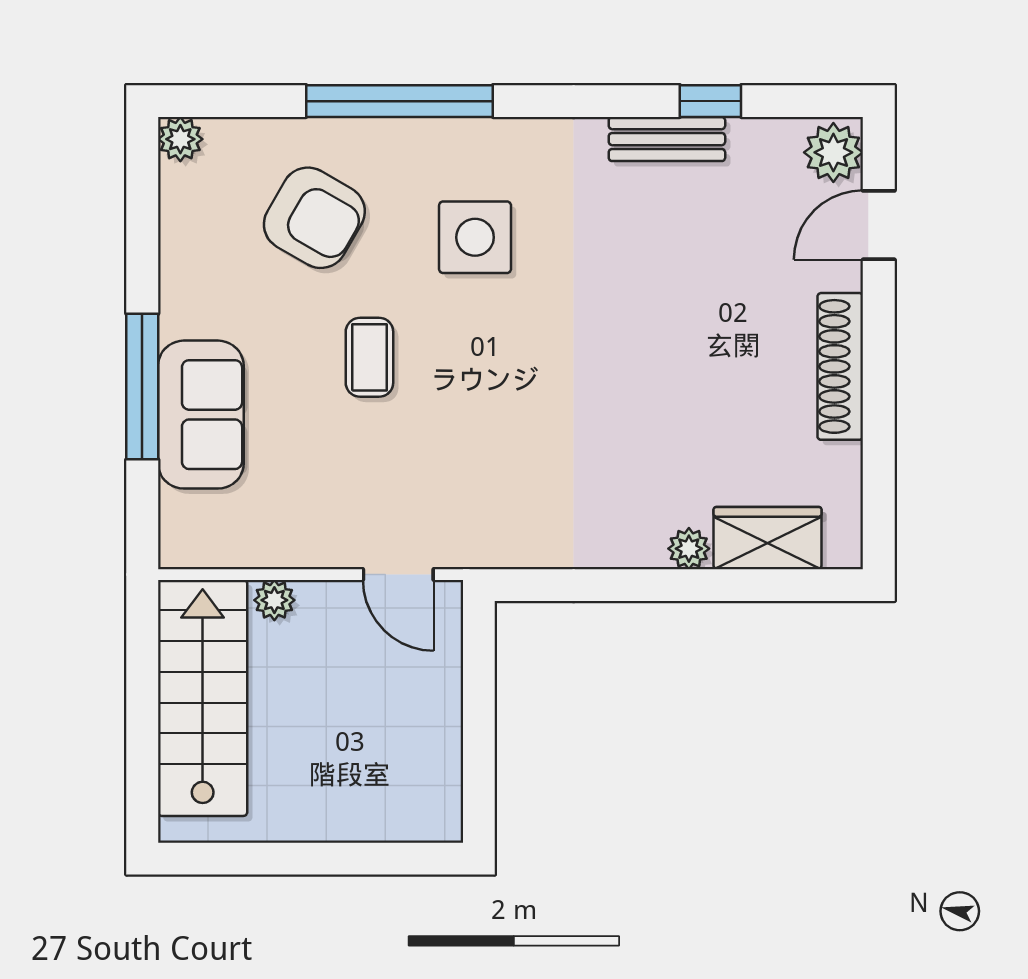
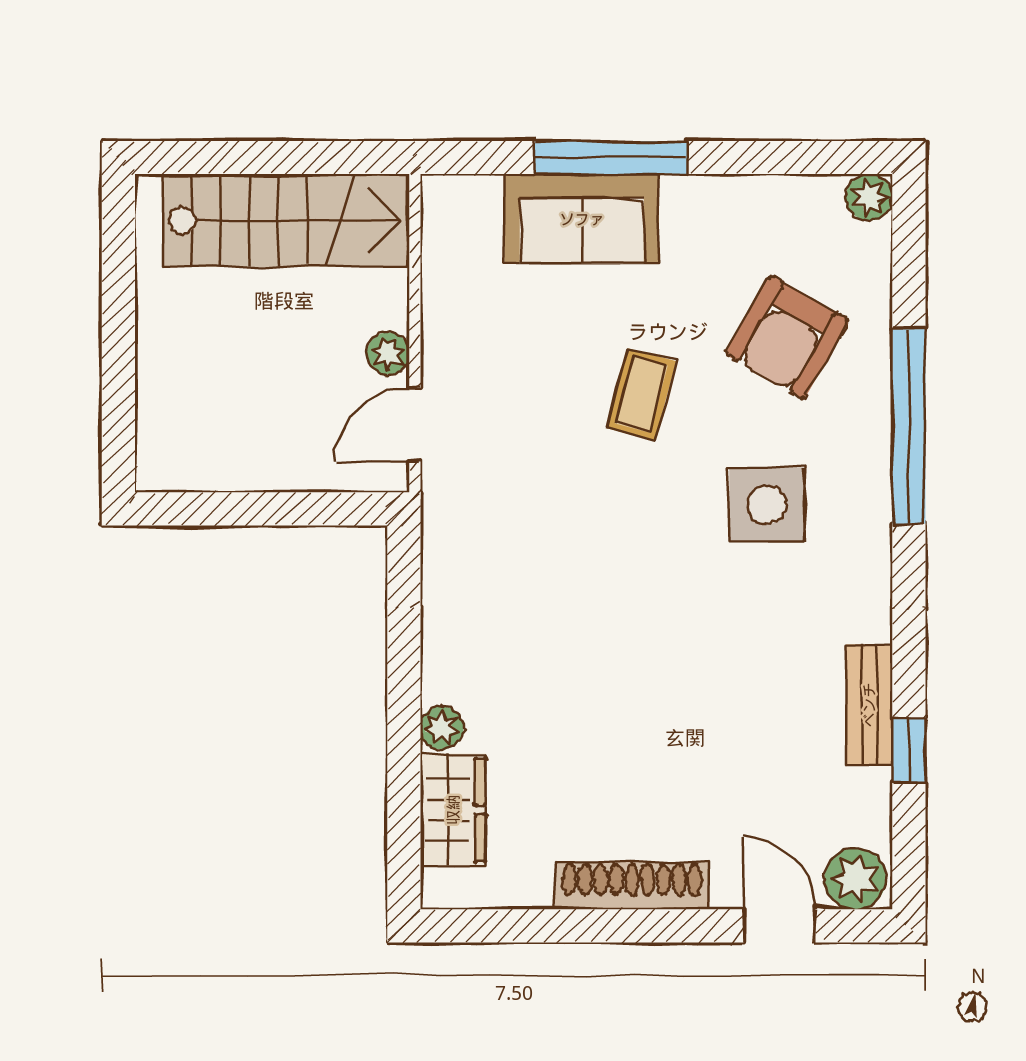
coffee table: (369, 357) -> (641, 395), turned -75
plant: (274, 600) -> (388, 354), moved

